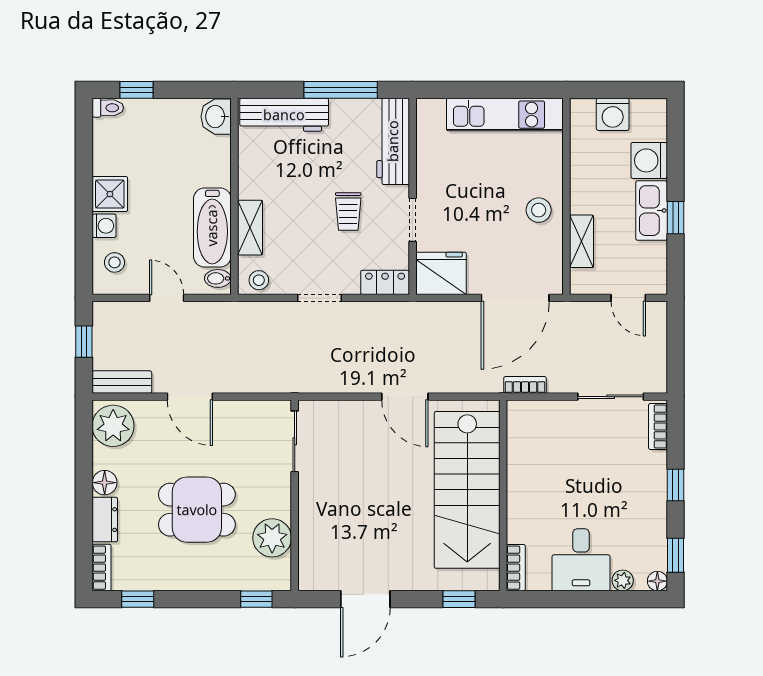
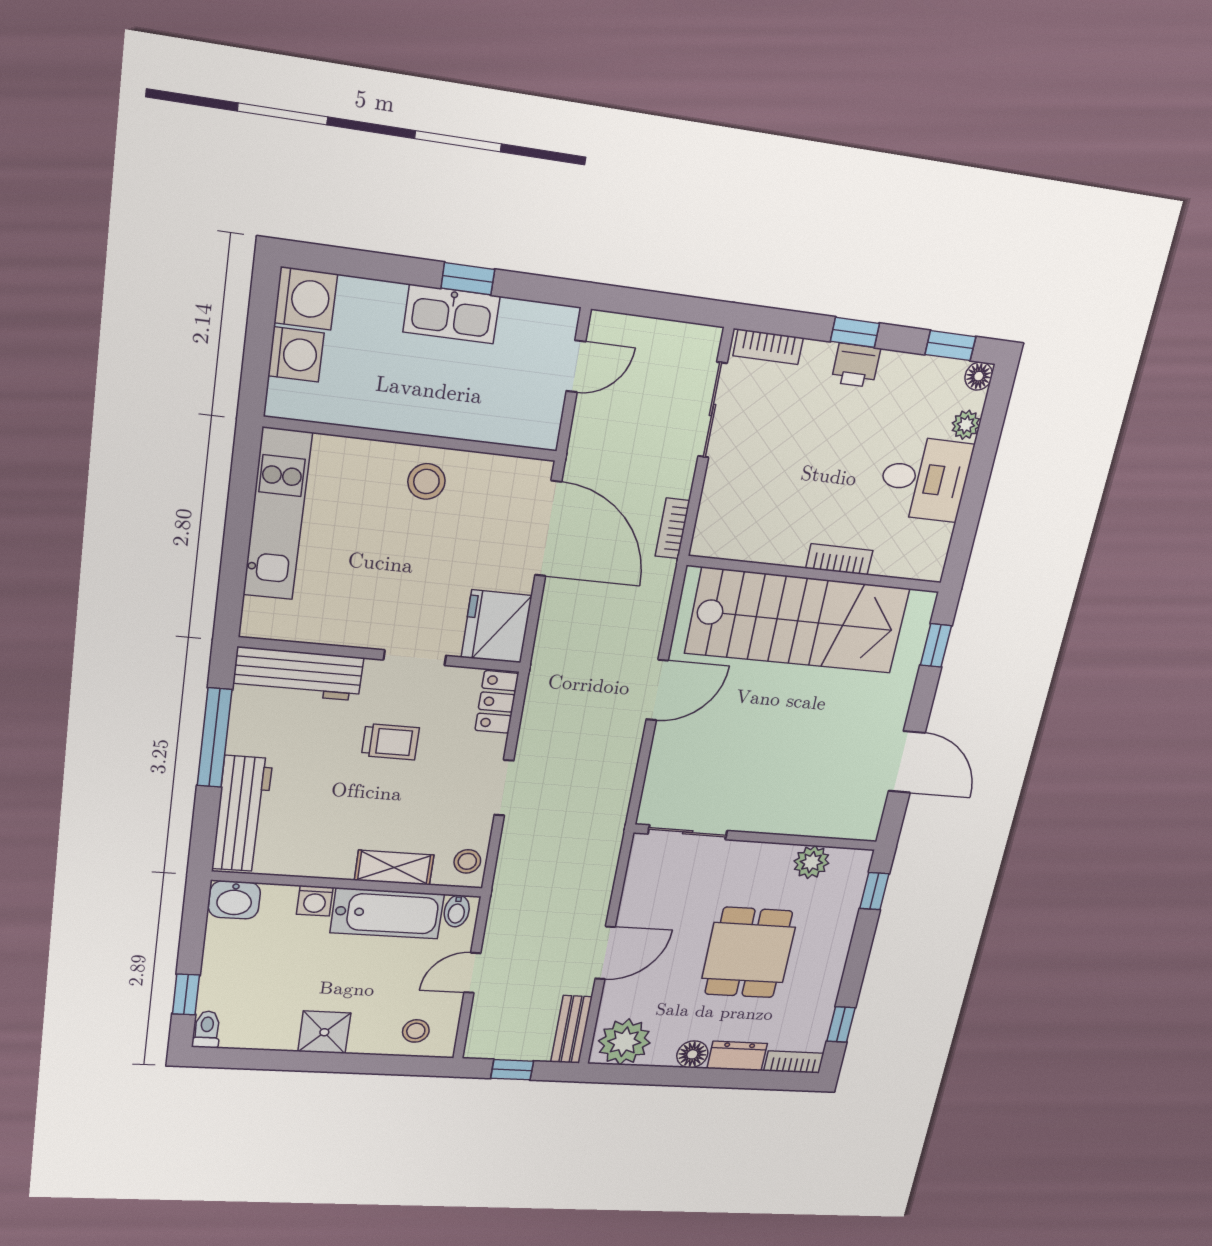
washing machine: (649, 160) -> (306, 298), moved, turned -90
washing machine: (104, 226) -> (315, 901), moved, turned 180
shelving: (581, 241) -> (482, 425), removed
printer: (654, 491) -> (856, 365), added
plant: (272, 538) -> (811, 862), width x0.73, depth x0.73
bookcase: (516, 568) -> (839, 559), moved

